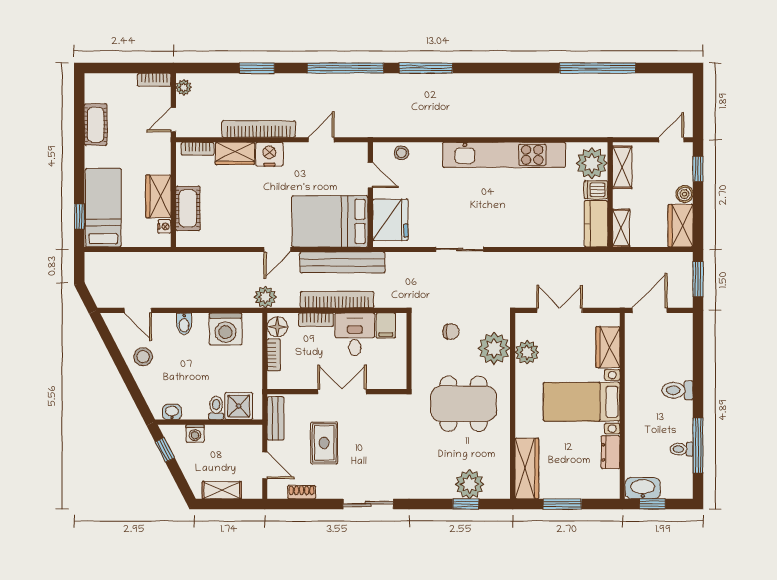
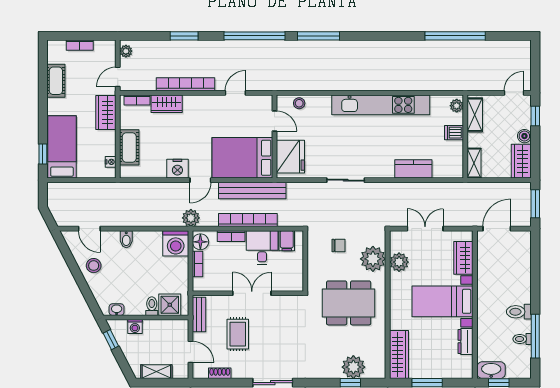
bookcase: (154, 80) -> (80, 45), moved
nightstand: (269, 154) -> (177, 169), moved, turned 180
plant: (592, 163) -> (457, 106), width x0.53, depth x0.53
wardrobe: (158, 196) -> (106, 113), moved
kitchen counter: (596, 224) -> (413, 169), moved, turned 90
washing machine: (226, 329) -> (176, 243), moved
toilet: (677, 390) -> (519, 312), moved

